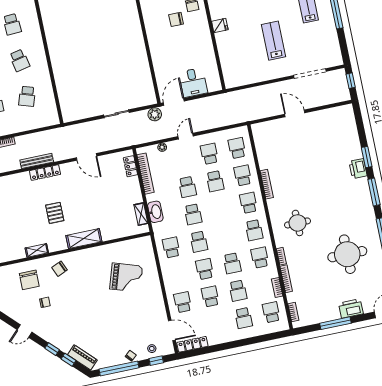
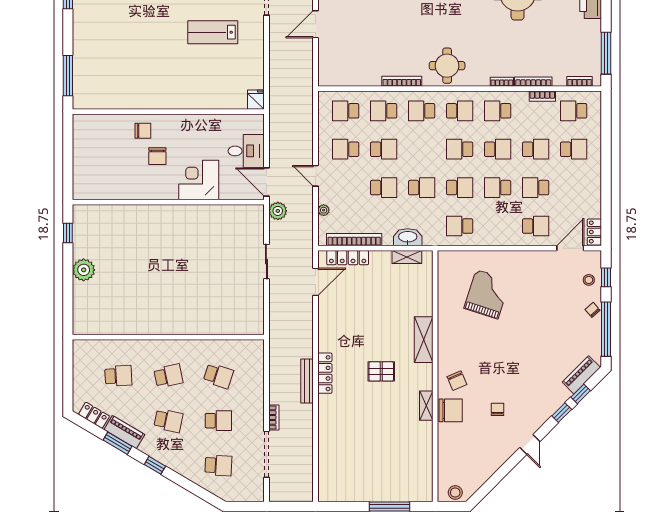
fridge: (220, 26) -> (256, 100), moved
corner desk: (165, 53) -> (199, 180), added
door: (87, 157) -> (316, 282), moved
locker: (130, 166) -> (348, 258), width x1.53
round table: (298, 223) -> (447, 66), moved
school desk: (226, 236) -> (460, 149), added
chair: (29, 280) -> (451, 410), moved
school desk: (183, 302) -> (536, 226), turned 180
window: (335, 323) -> (606, 53), moved
locker: (192, 344) -> (594, 232), width x0.66

